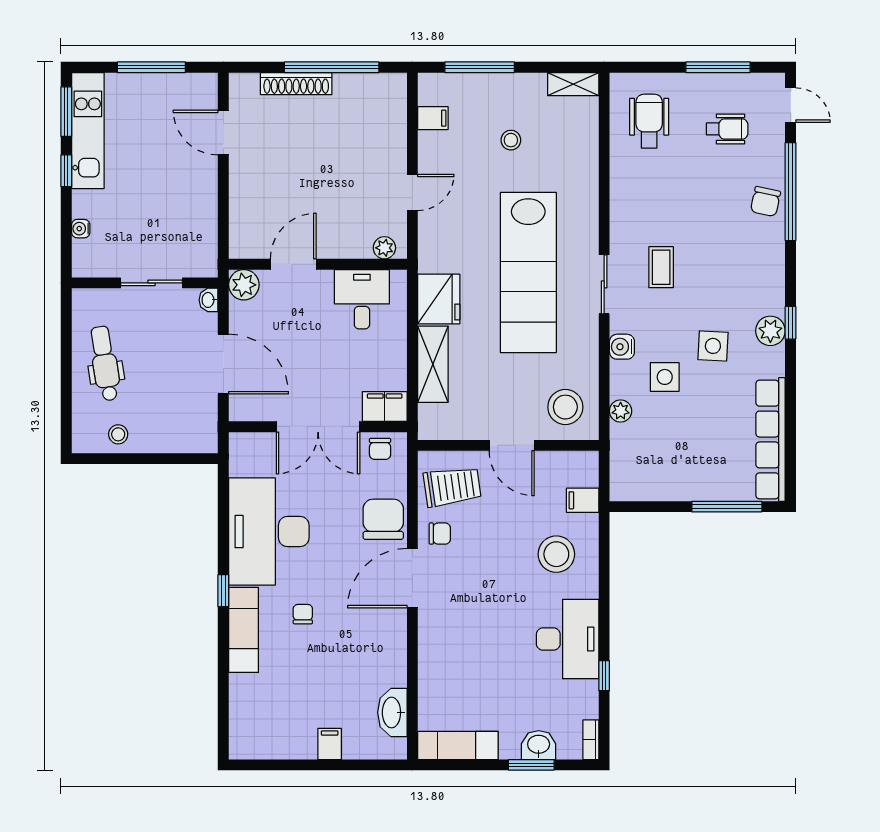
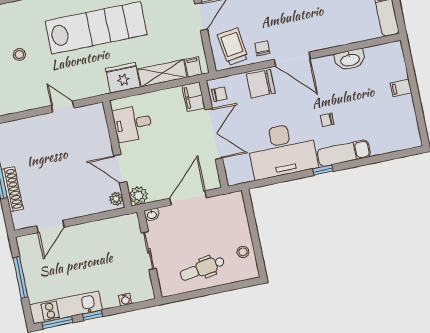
filing cabinet: (433, 118) -> (193, 67), moved
plant: (384, 248) -> (116, 199), moved
washbasin: (392, 712) -> (350, 60), moved

